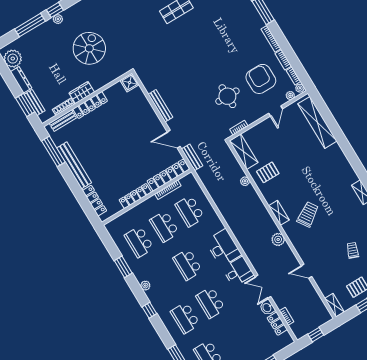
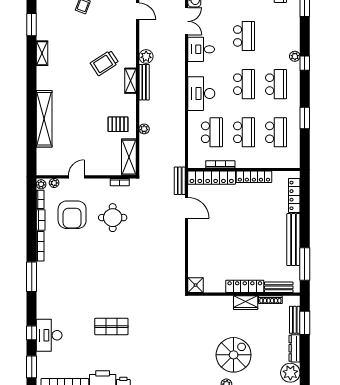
spiral stairs: (89, 48) -> (234, 355), moved, turned 180
bench: (160, 106) -> (144, 82), moved
shelving: (317, 122) -> (44, 119), moved
desk: (223, 248) -> (201, 94), moved
plant: (145, 286) -> (295, 56), moved
school desk: (185, 318) -> (276, 84), moved

